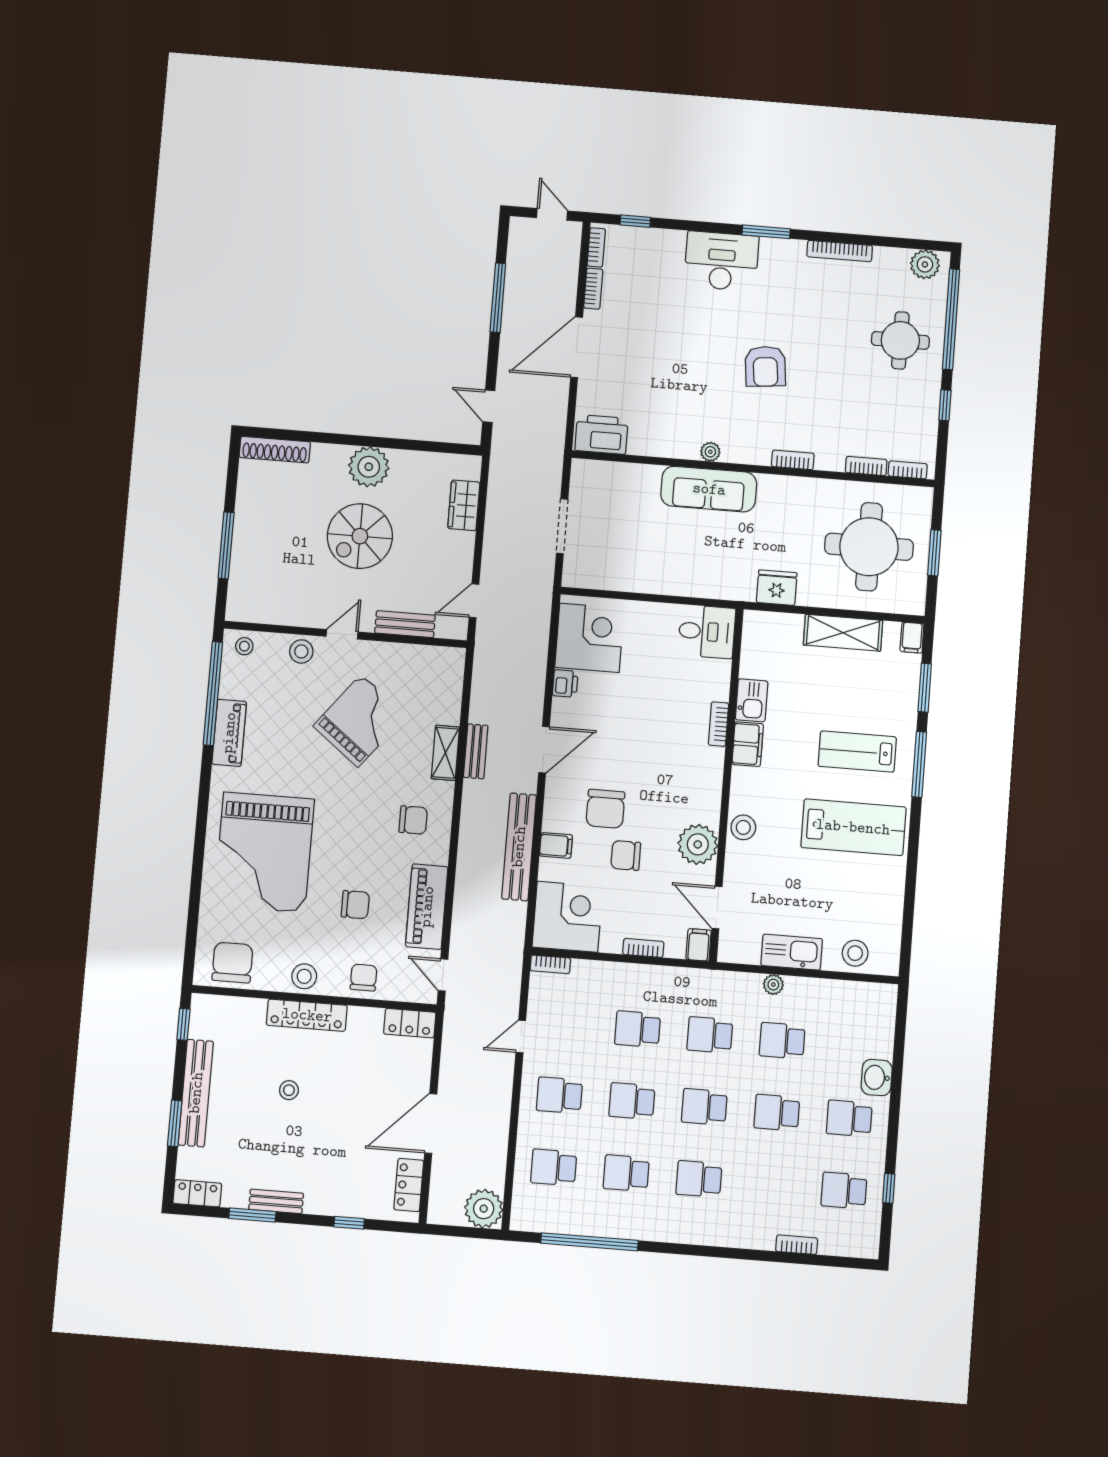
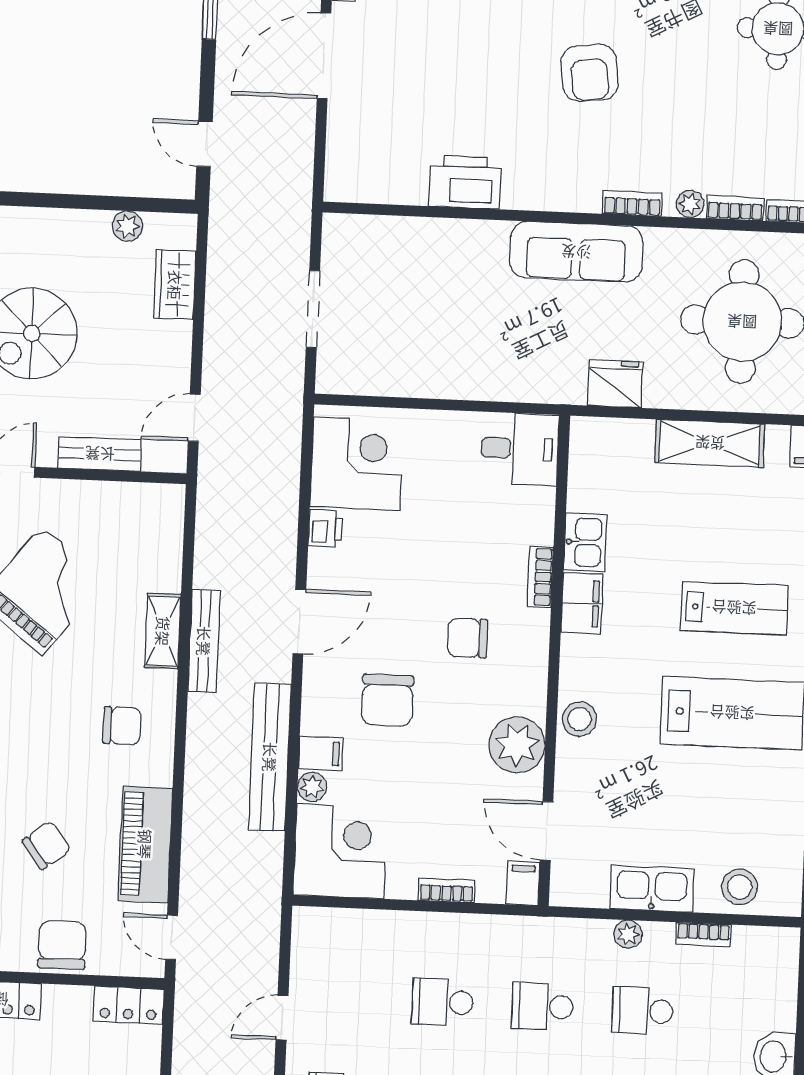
printer: (601, 434) -> (465, 182), moved
plant: (710, 452) -> (690, 204), moved
plant: (369, 467) -> (127, 226), moved, width x0.53, depth x0.53
sofa: (709, 489) -> (576, 252), moved
bench: (476, 751) -> (204, 641), width x1.36
lab bench: (857, 752) -> (734, 608), turned 180
chair: (626, 855) -> (468, 638), moved
plant: (549, 869) -> (312, 787), added
chair: (355, 905) -> (47, 845), turned -37
bookcase: (550, 964) -> (703, 934), moved
chair: (364, 978) -> (62, 945), width x1.37, depth x1.37

